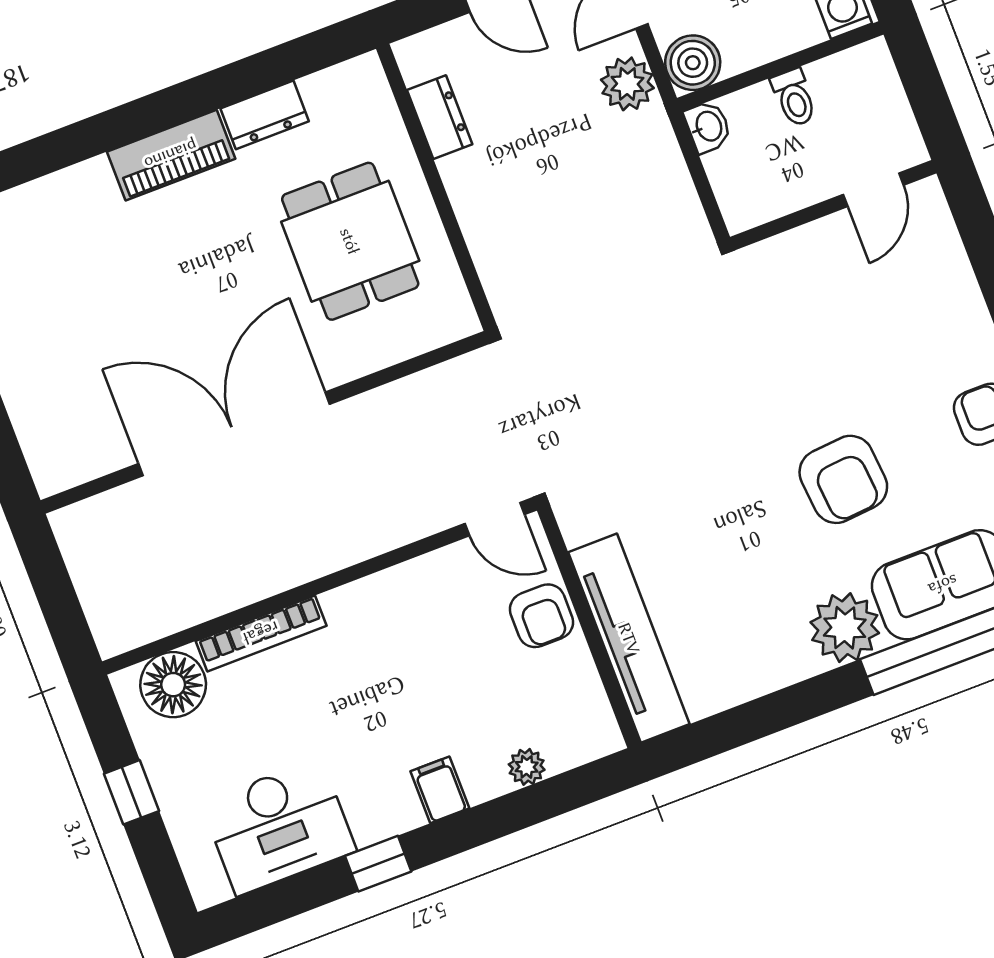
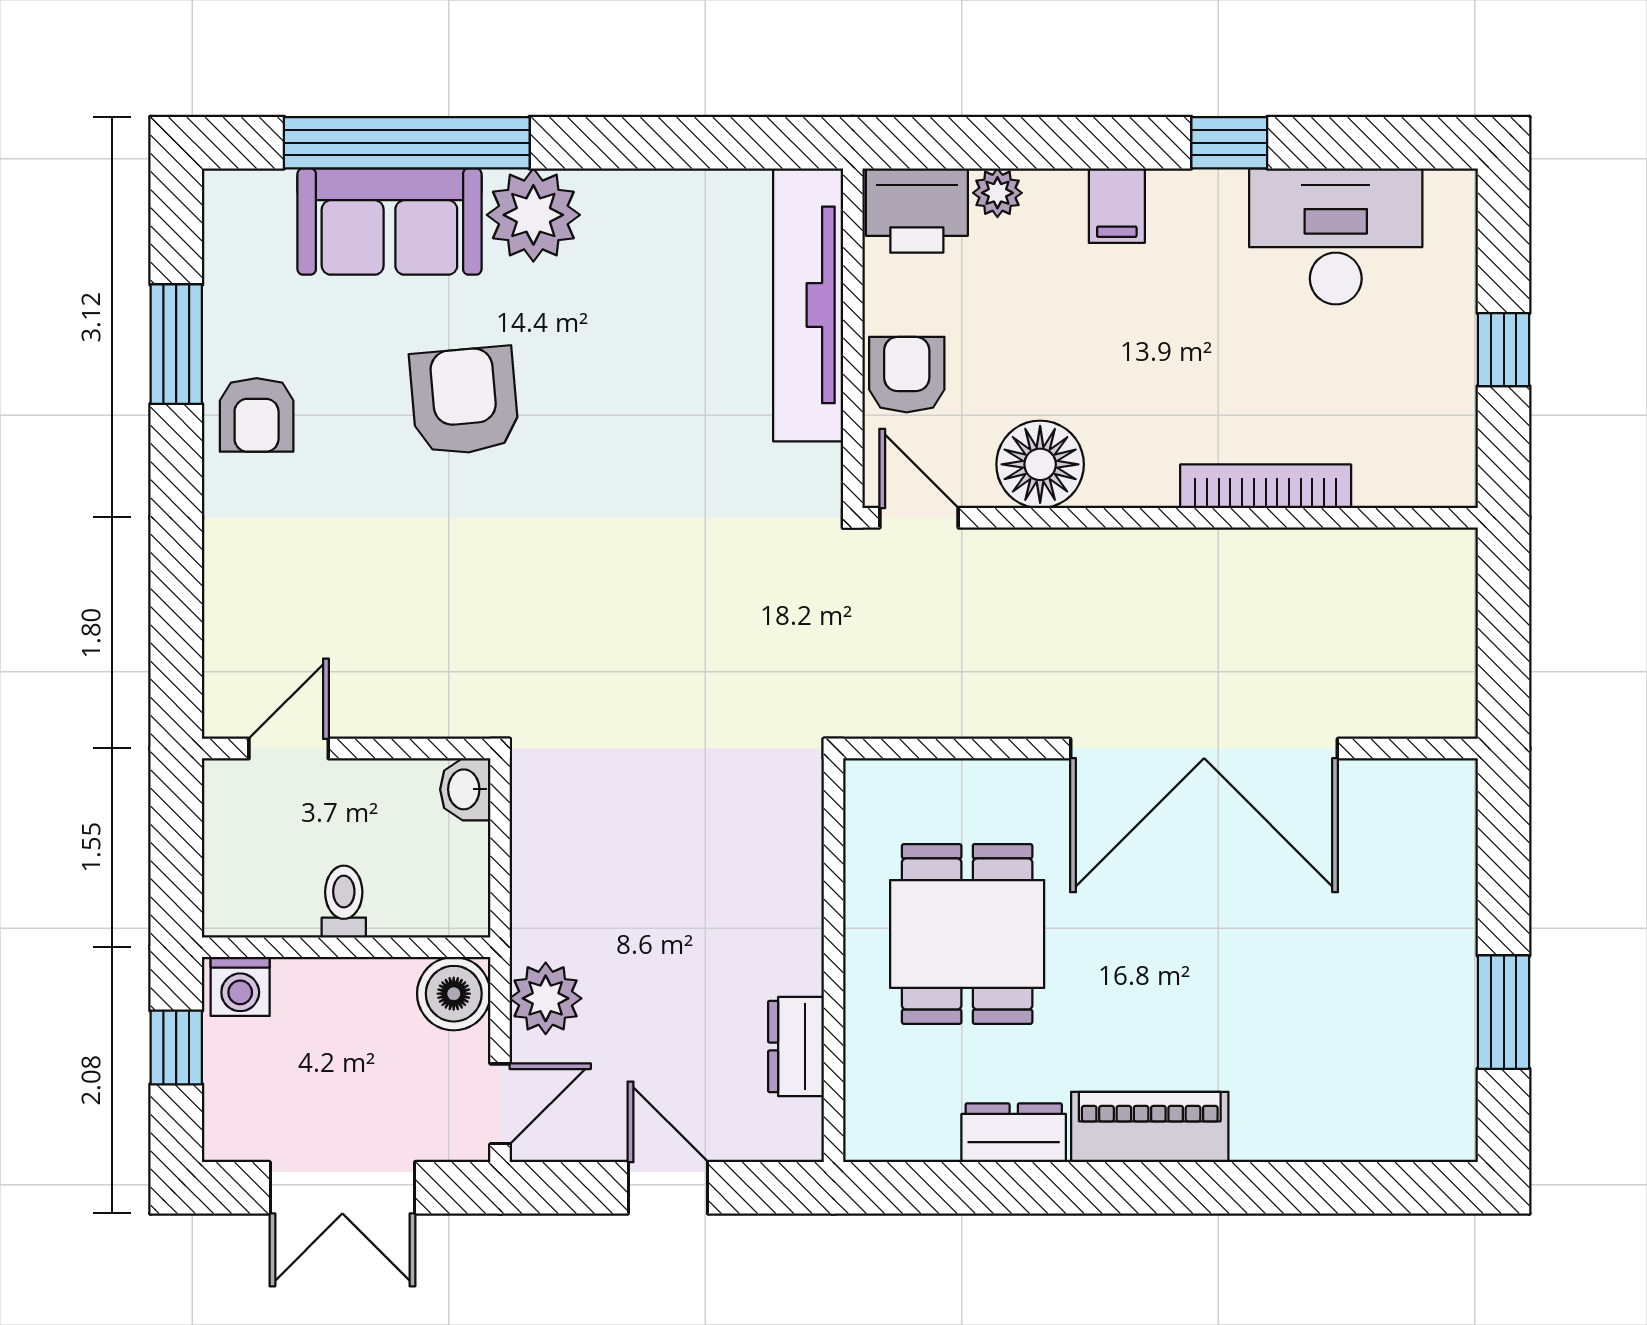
washbasin: (708, 127) -> (465, 789), moved
floor lamp: (173, 685) -> (1040, 464), moved
printer: (578, 733) -> (917, 210), added

